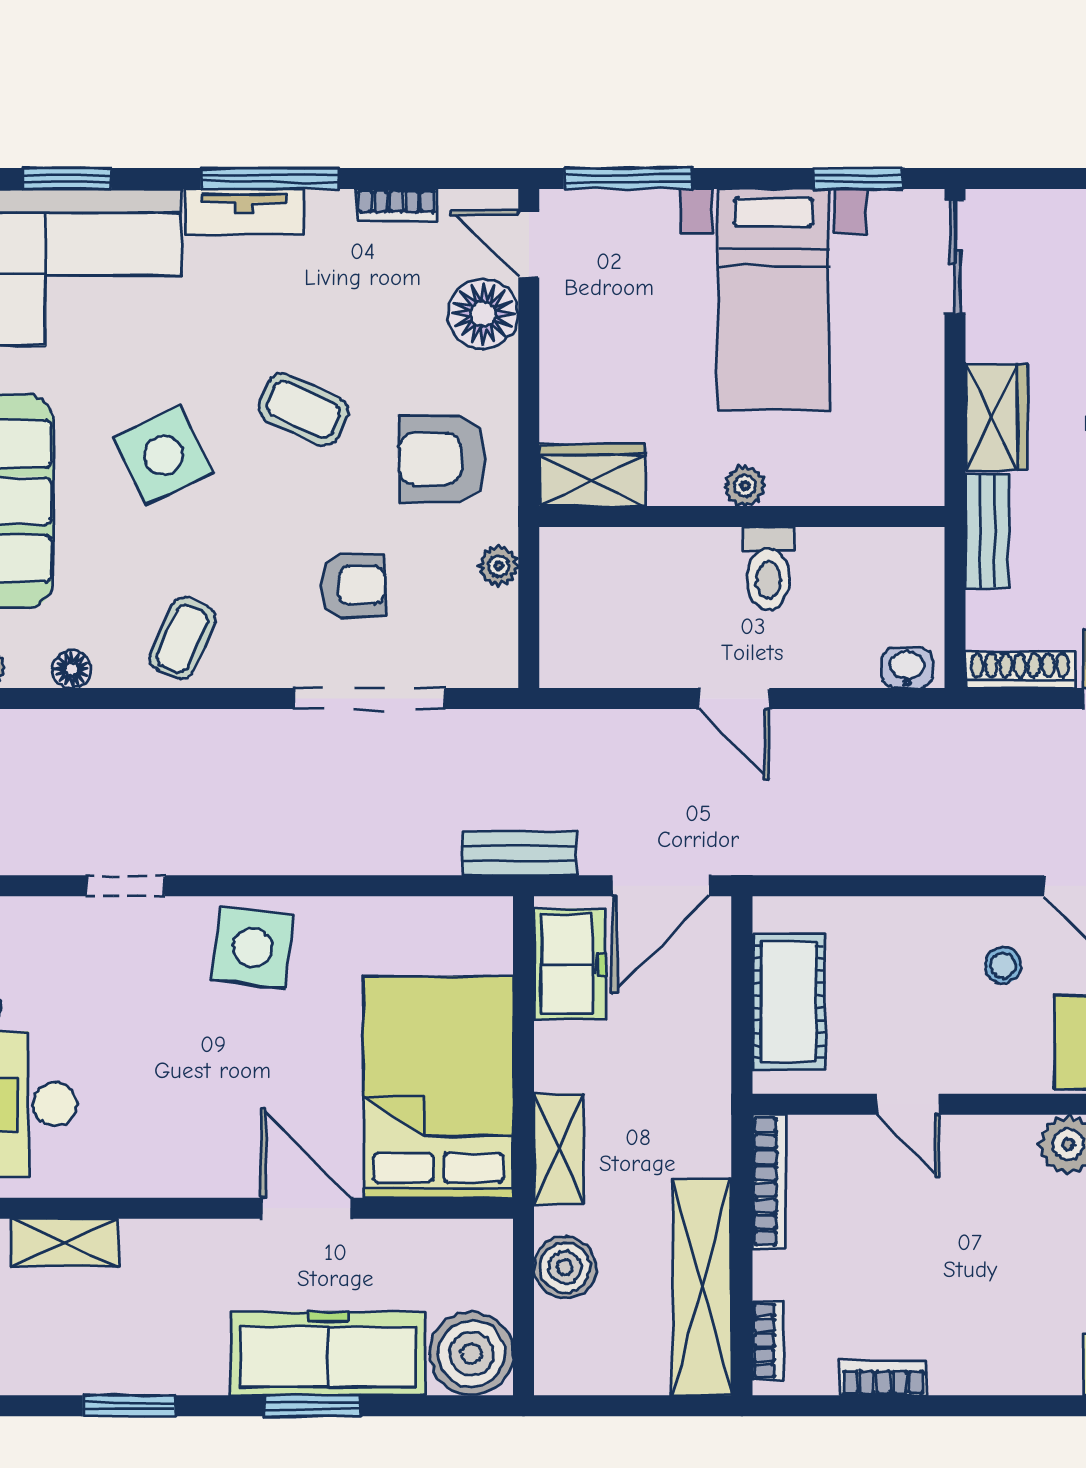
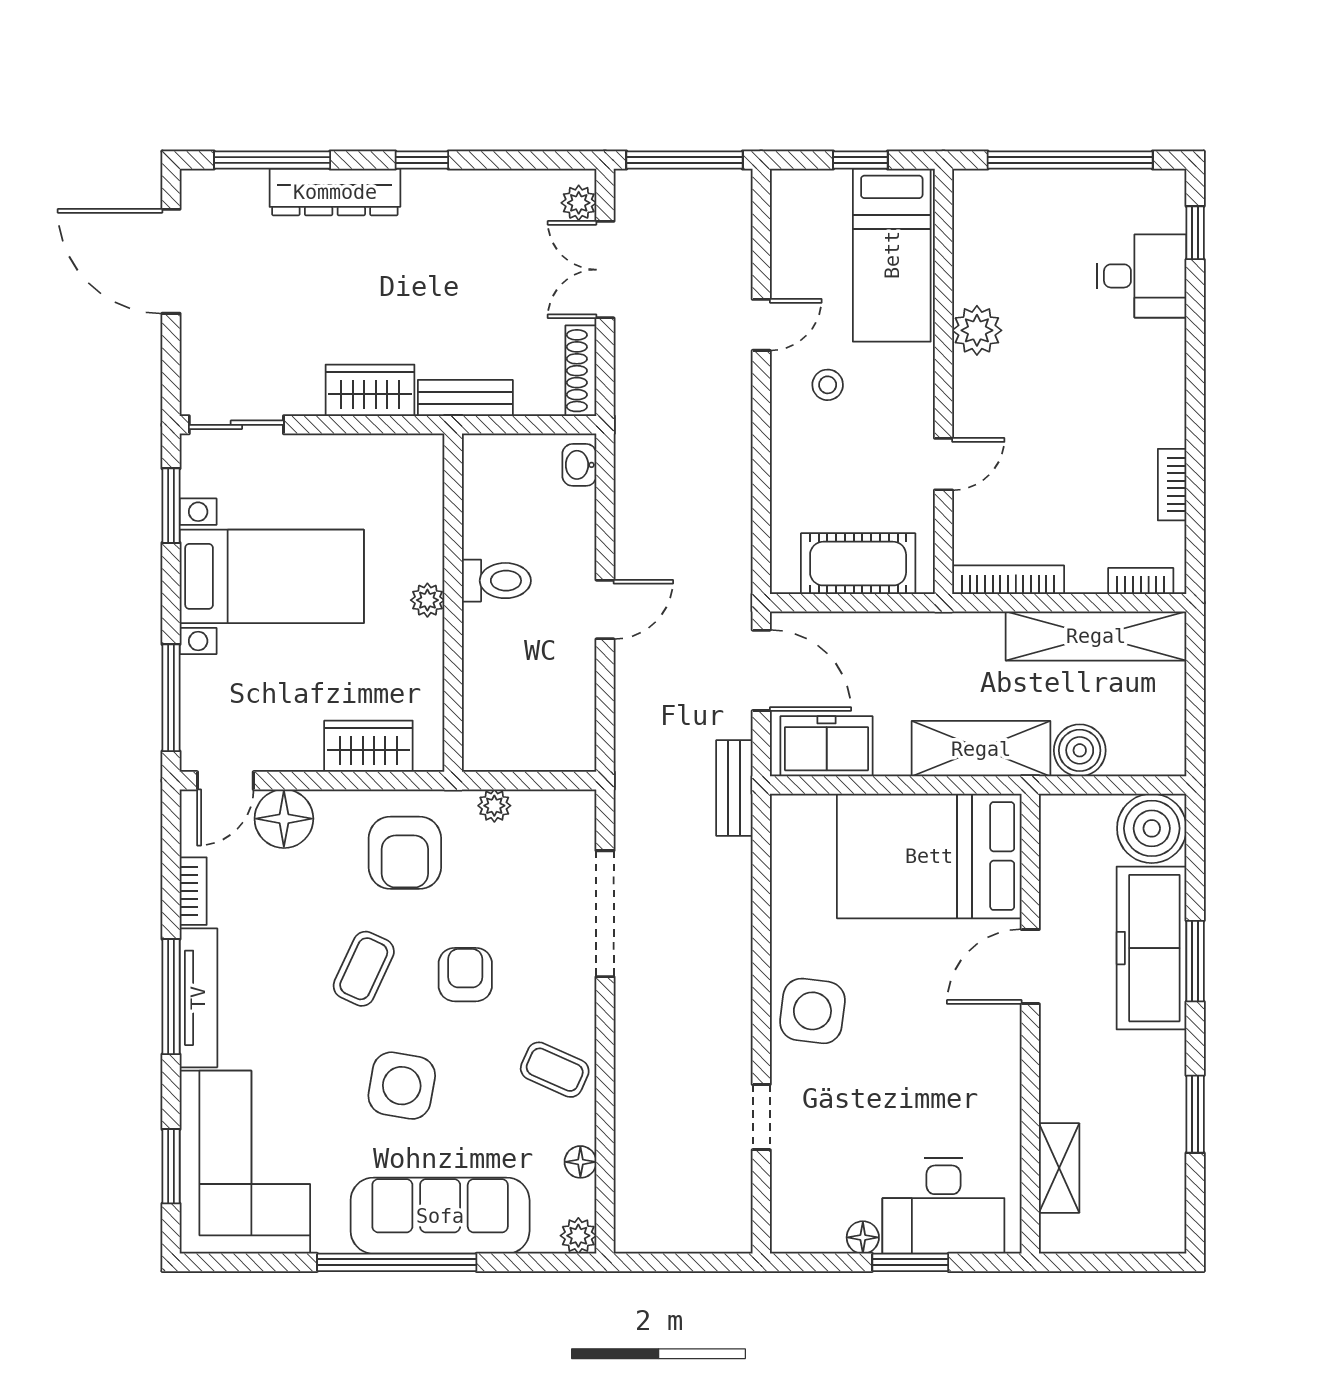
tv unit: (244, 212) -> (198, 998), width x1.41
side table: (163, 455) -> (402, 1086), turned 36
wardrobe: (592, 475) -> (368, 746), moved, turned 90
armchair: (353, 585) -> (465, 975), moved
shelving: (559, 1149) -> (981, 749), width x1.50, depth x1.33

